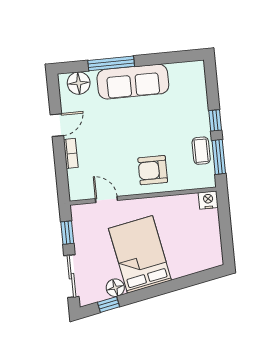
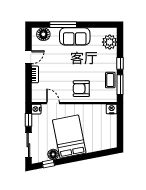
sofa: (133, 82) -> (75, 36), width x0.73
plant: (194, 85) -> (110, 42), added
nightstand: (79, 213) -> (36, 109), added

